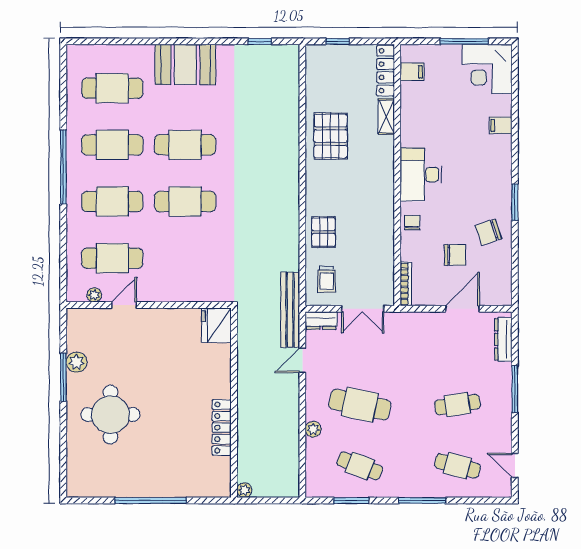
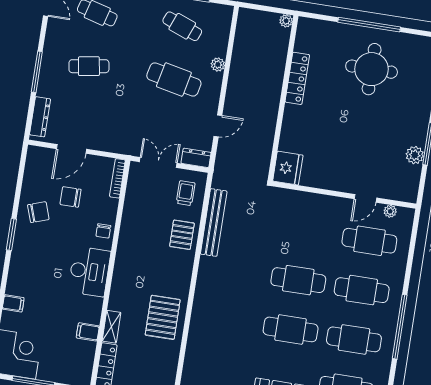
filing cabinet: (412, 72) -> (88, 332), moved
bench: (290, 310) -> (214, 223), moved
round table: (110, 415) -> (372, 69), moved

